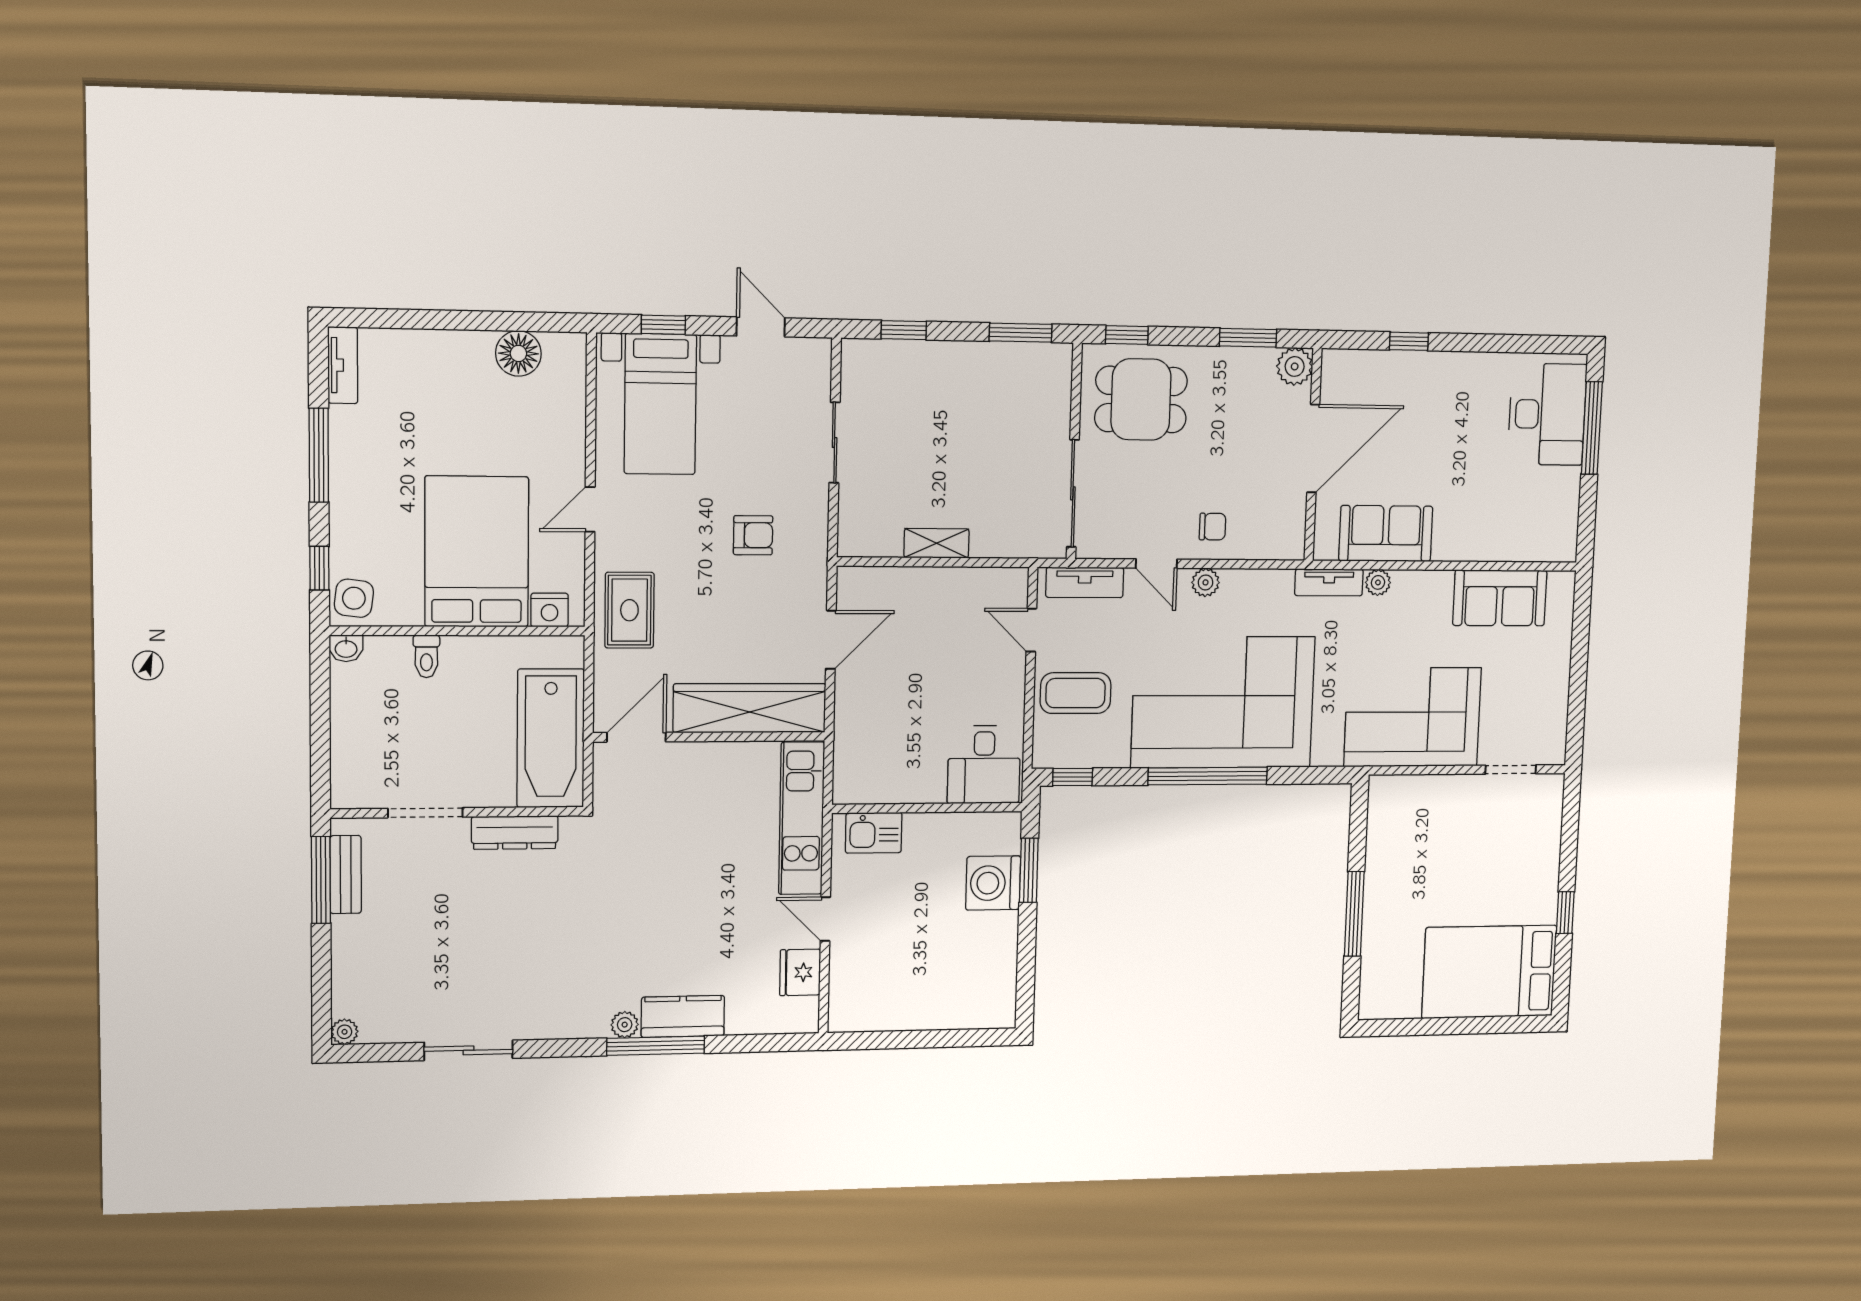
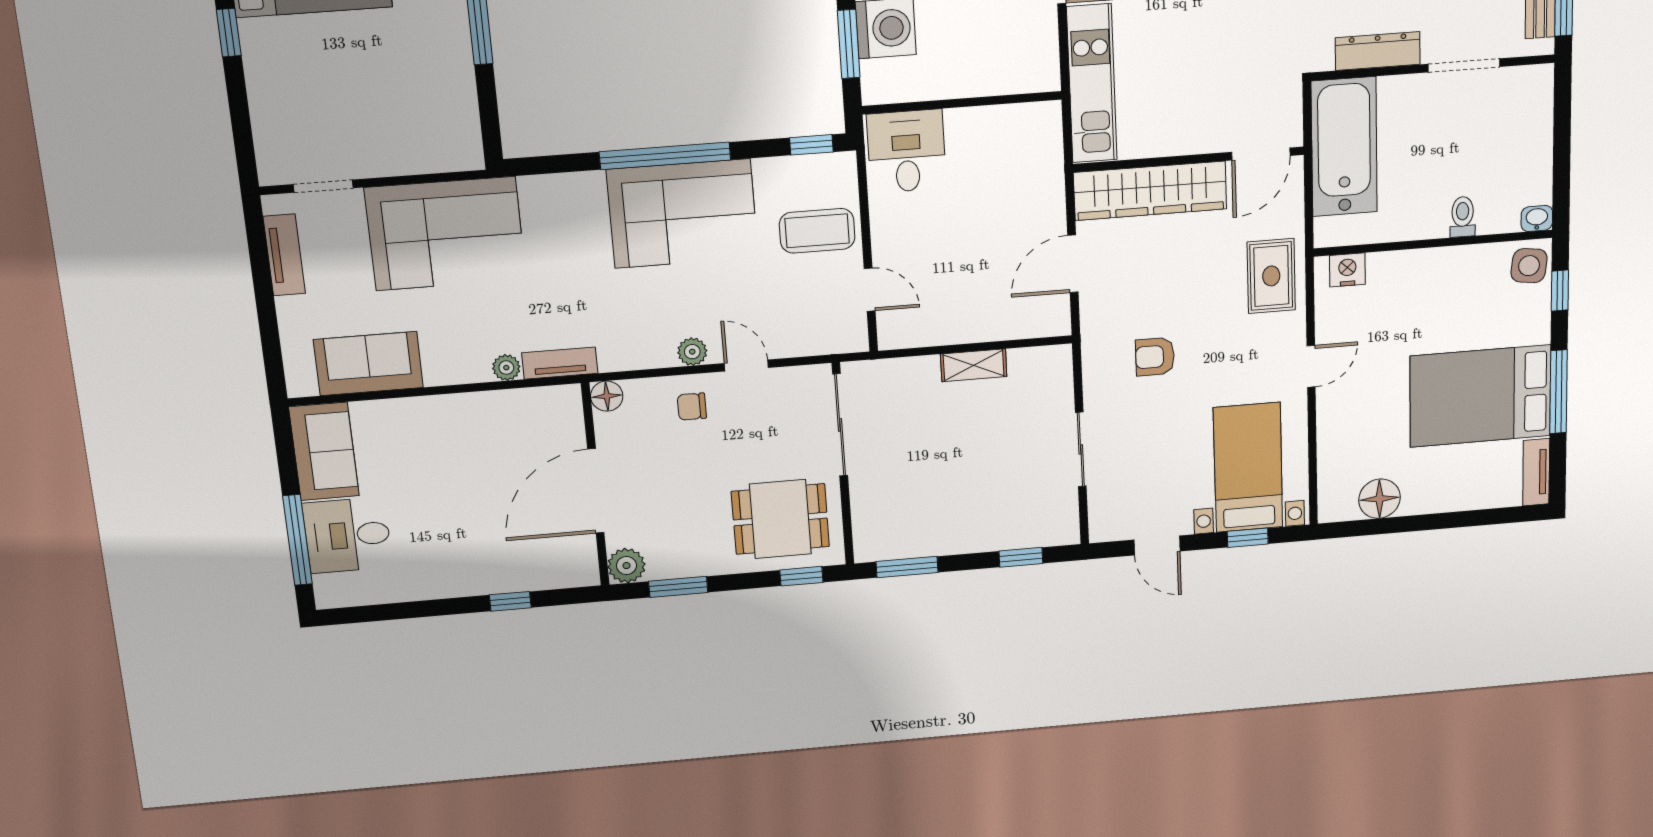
desk: (1547, 414) -> (348, 535), width x0.73
sofa: (1386, 533) -> (324, 451), moved, turned -90
floor lamp: (1290, 545) -> (607, 396), added
bed: (477, 552) -> (1480, 396), moved, turned 90
tv unit: (1085, 582) -> (284, 255), moved, turned 90
corner sofa: (1223, 702) -> (682, 214), width x0.73, depth x0.74
kitchen sink: (874, 833) -> (1016, 73), removed

